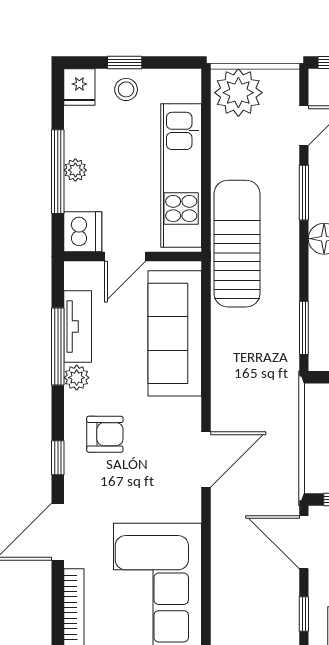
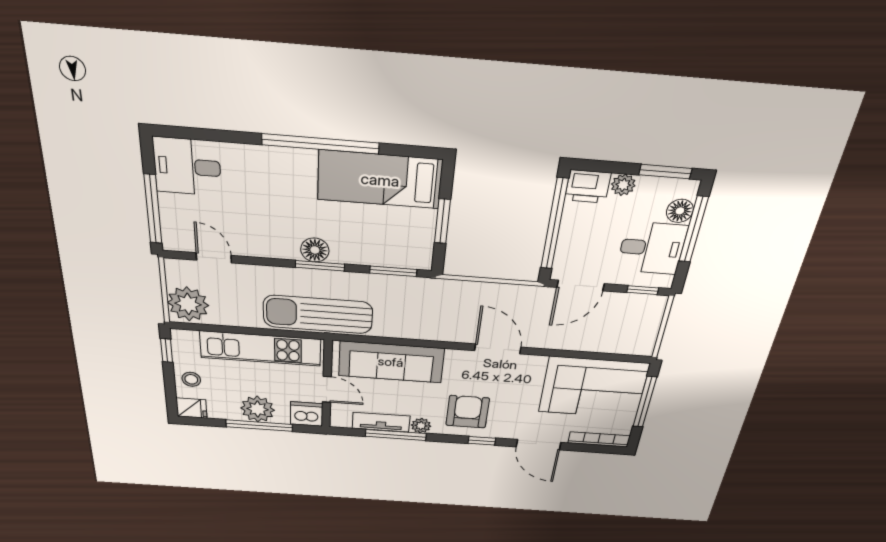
window: (125, 62) -> (167, 350), moved
plant: (75, 170) -> (258, 409), width x1.88, depth x1.88
window: (304, 193) -> (320, 266), moved
armchair: (105, 434) -> (468, 412), width x1.38, depth x1.38

